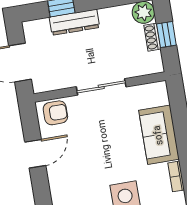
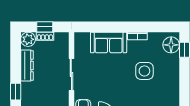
dresser: (74, 22) -> (27, 65), moved

